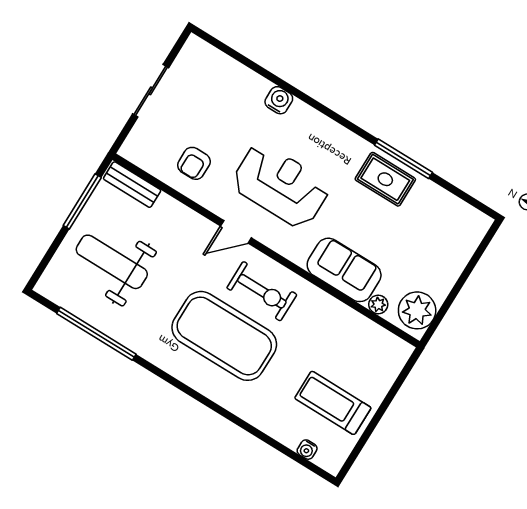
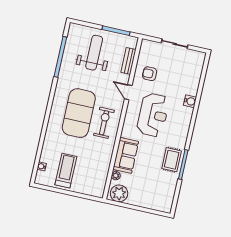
bench: (132, 185) -> (128, 61), moved
door: (236, 232) -> (128, 92), moved
exercise bike: (262, 291) -> (104, 123), turned 180

